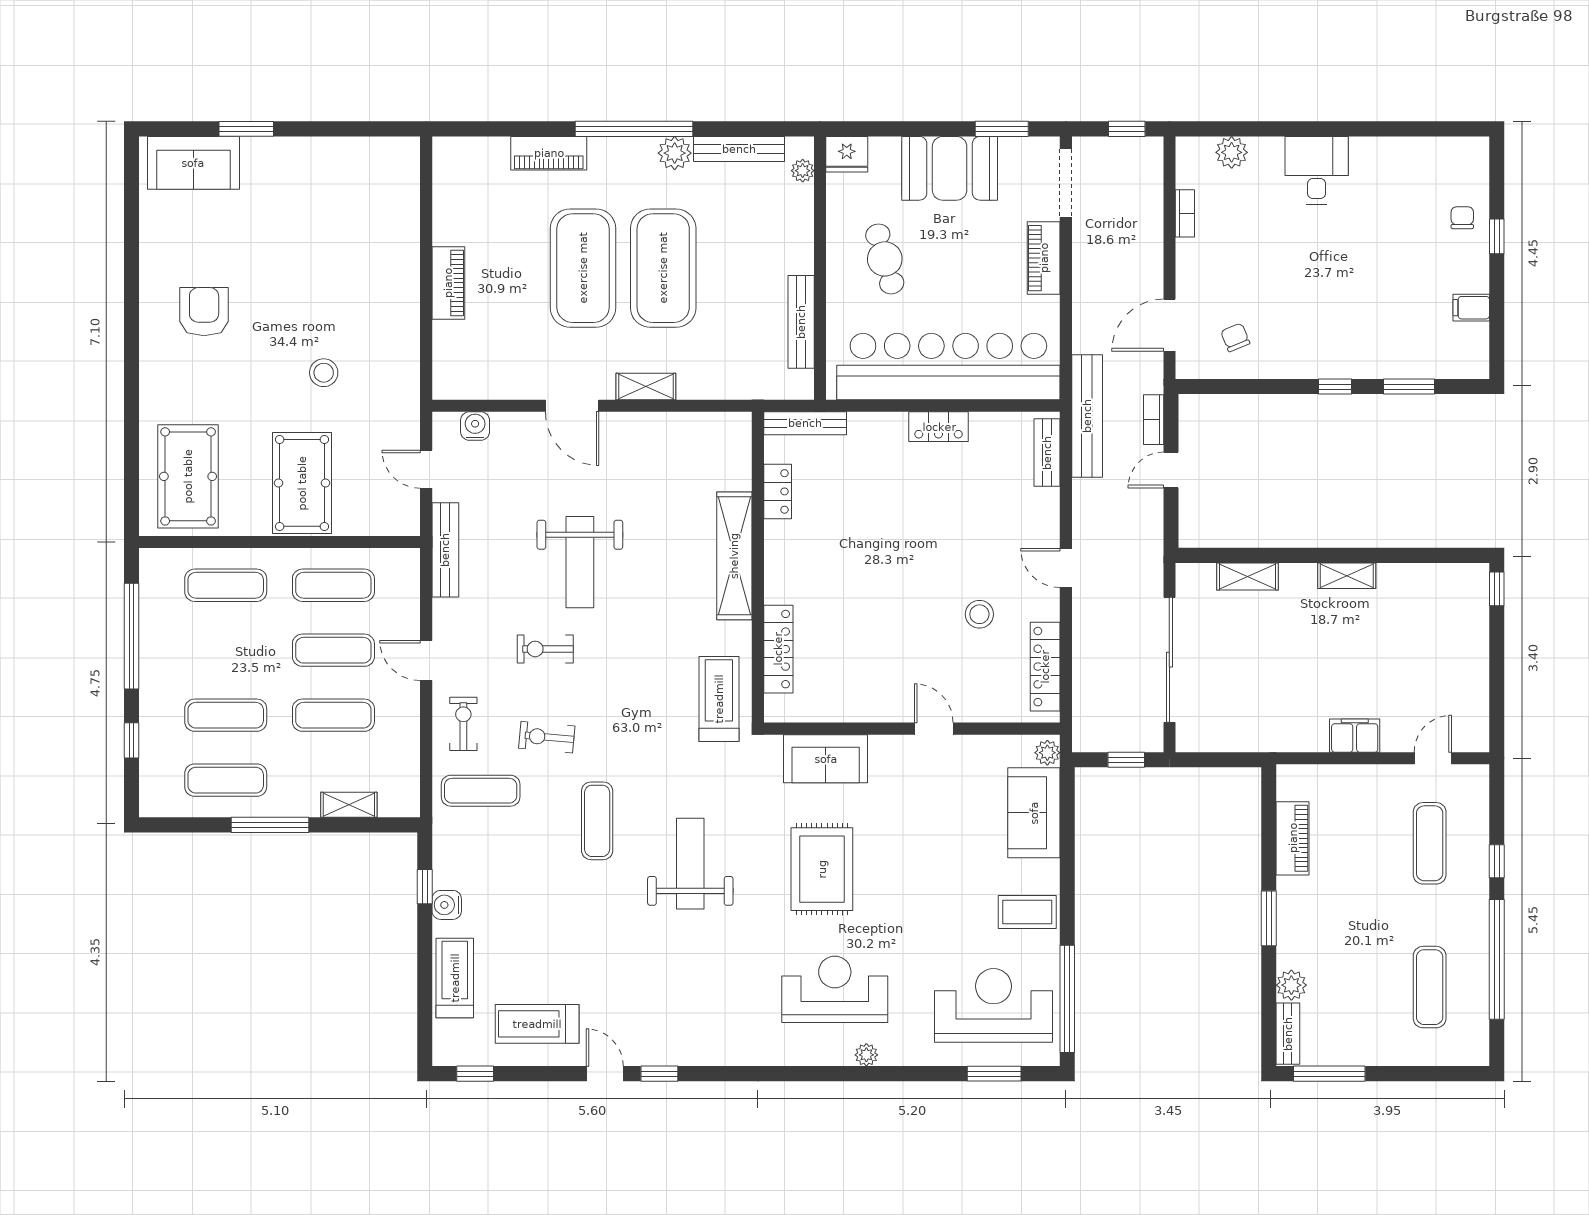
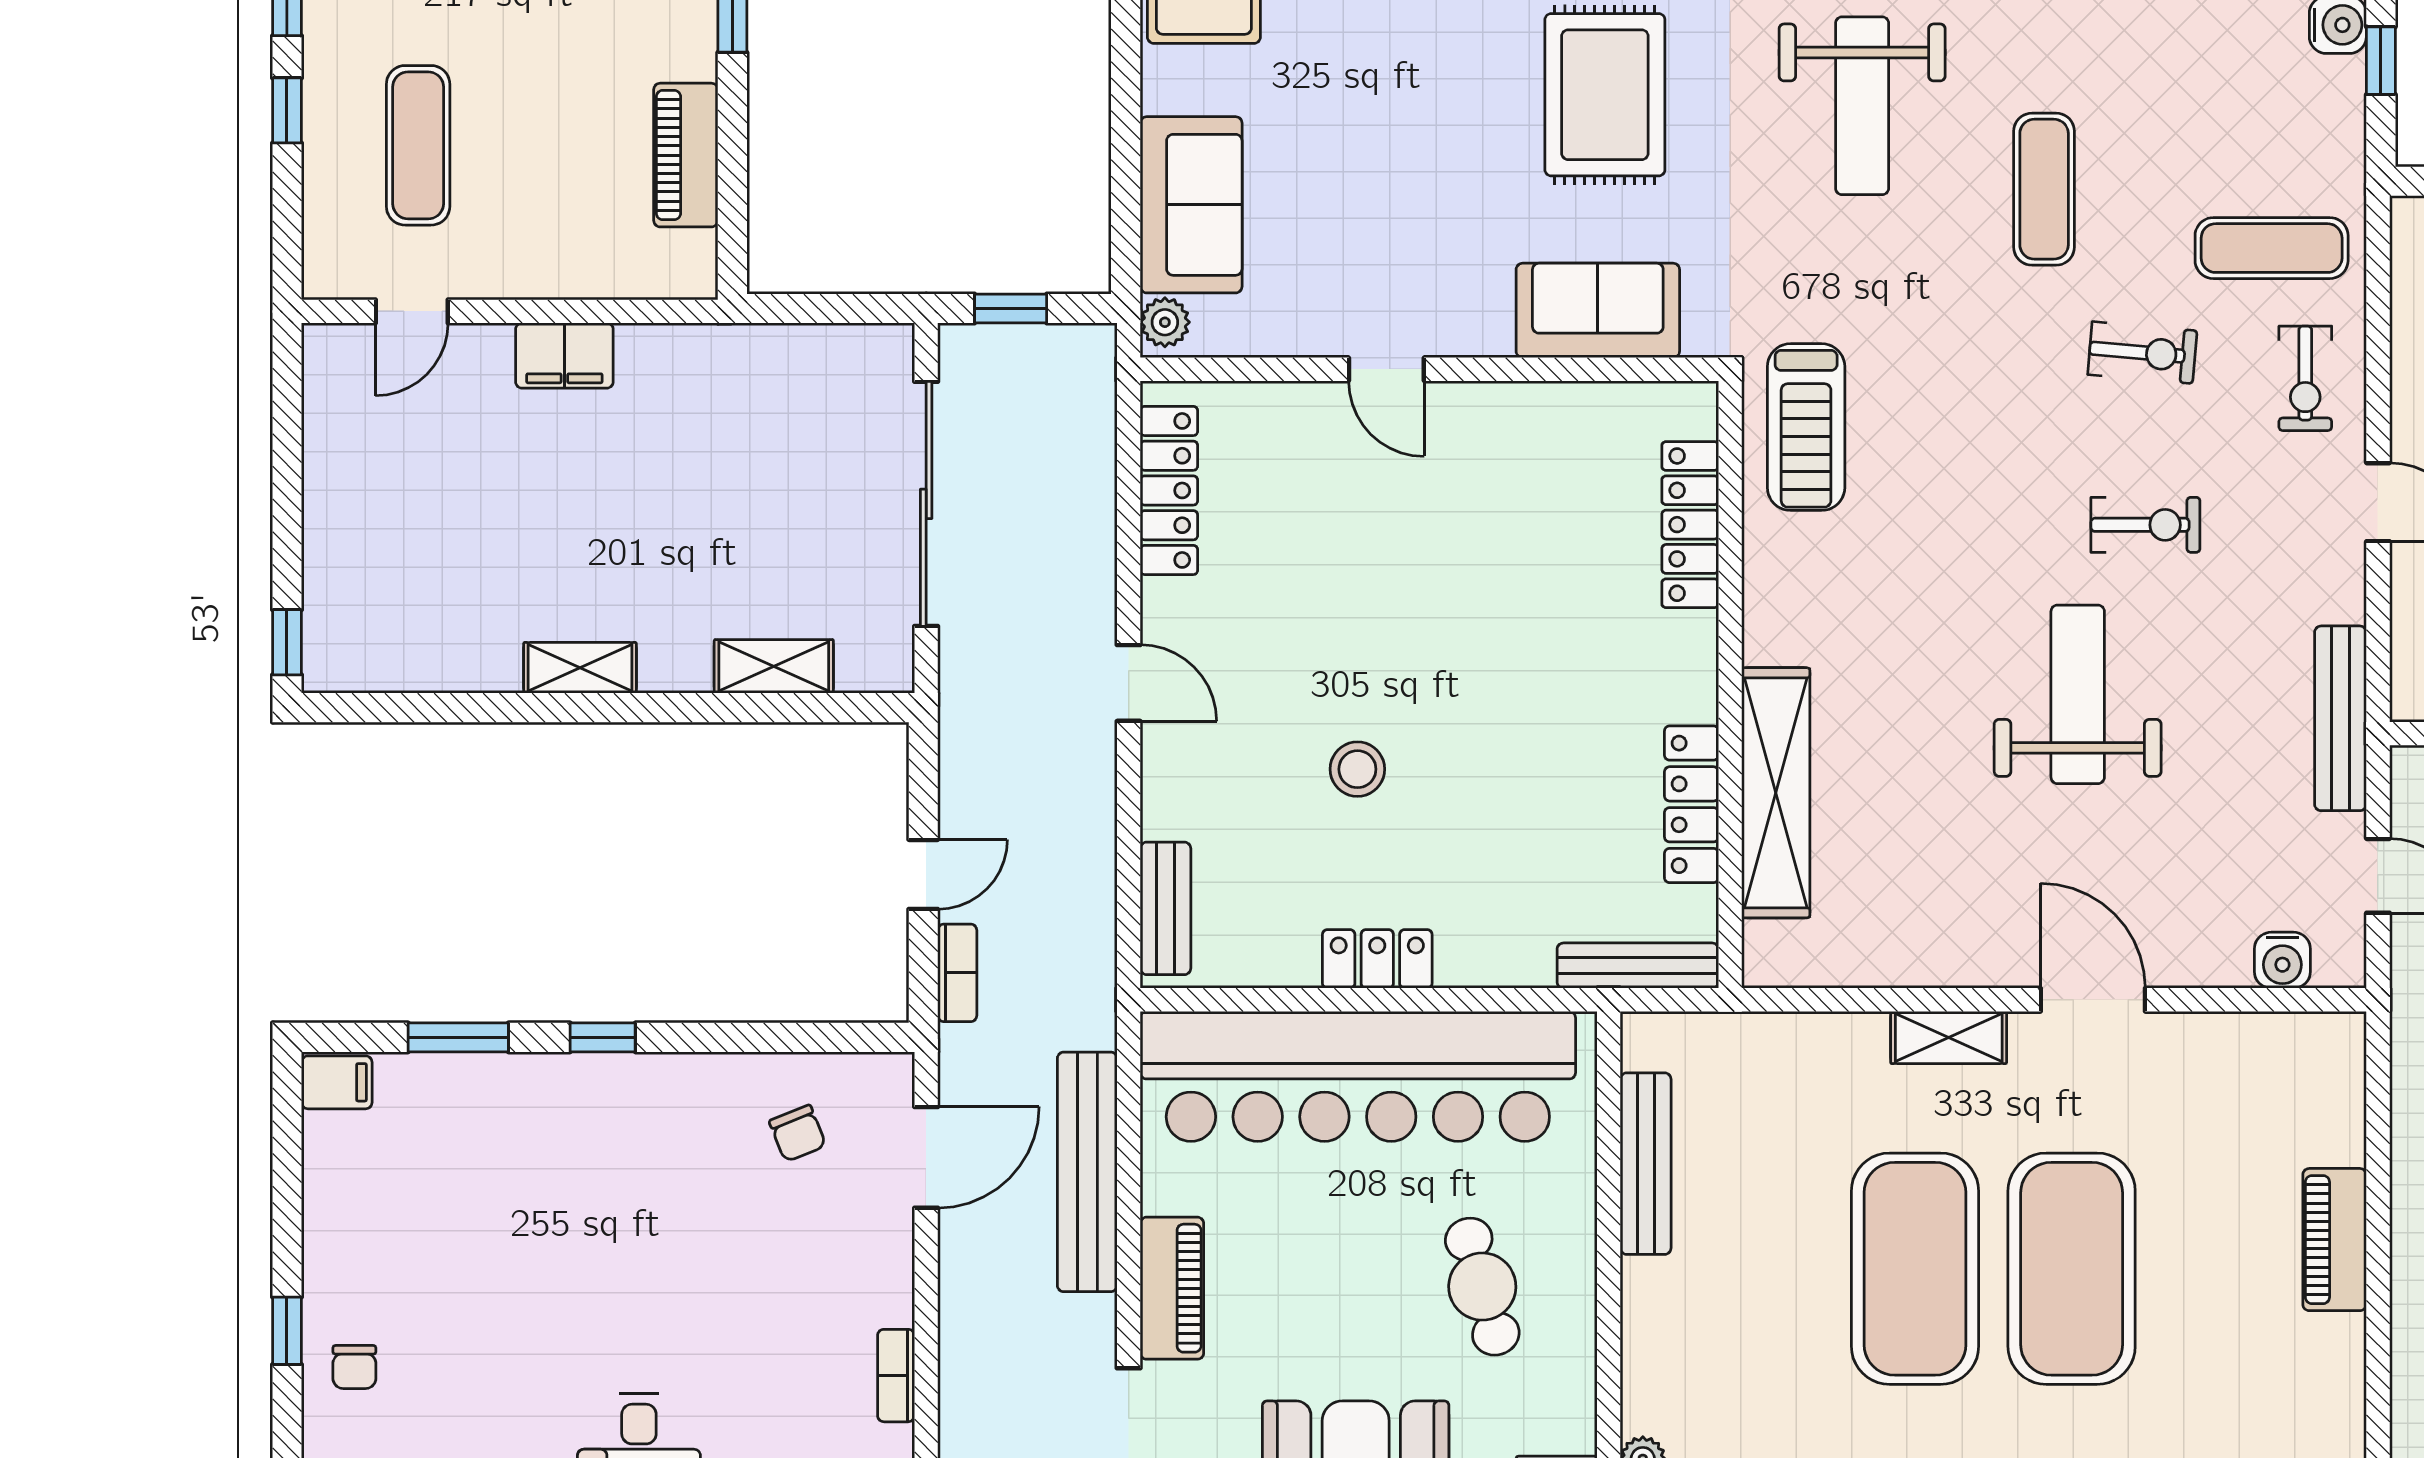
filing cabinet: (1471, 308) -> (337, 1082), moved
bench: (1087, 416) -> (1087, 1172), moved
locker: (778, 491) -> (1692, 804), width x1.53
shelving: (734, 556) -> (1776, 793), moved
stool: (979, 614) -> (1357, 769), moved

